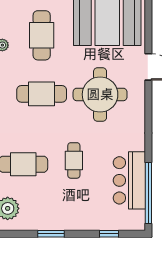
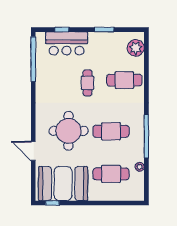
cafe table: (42, 35) -> (111, 174), turned 90
bar counter: (129, 180) -> (67, 43), moved, turned 90

